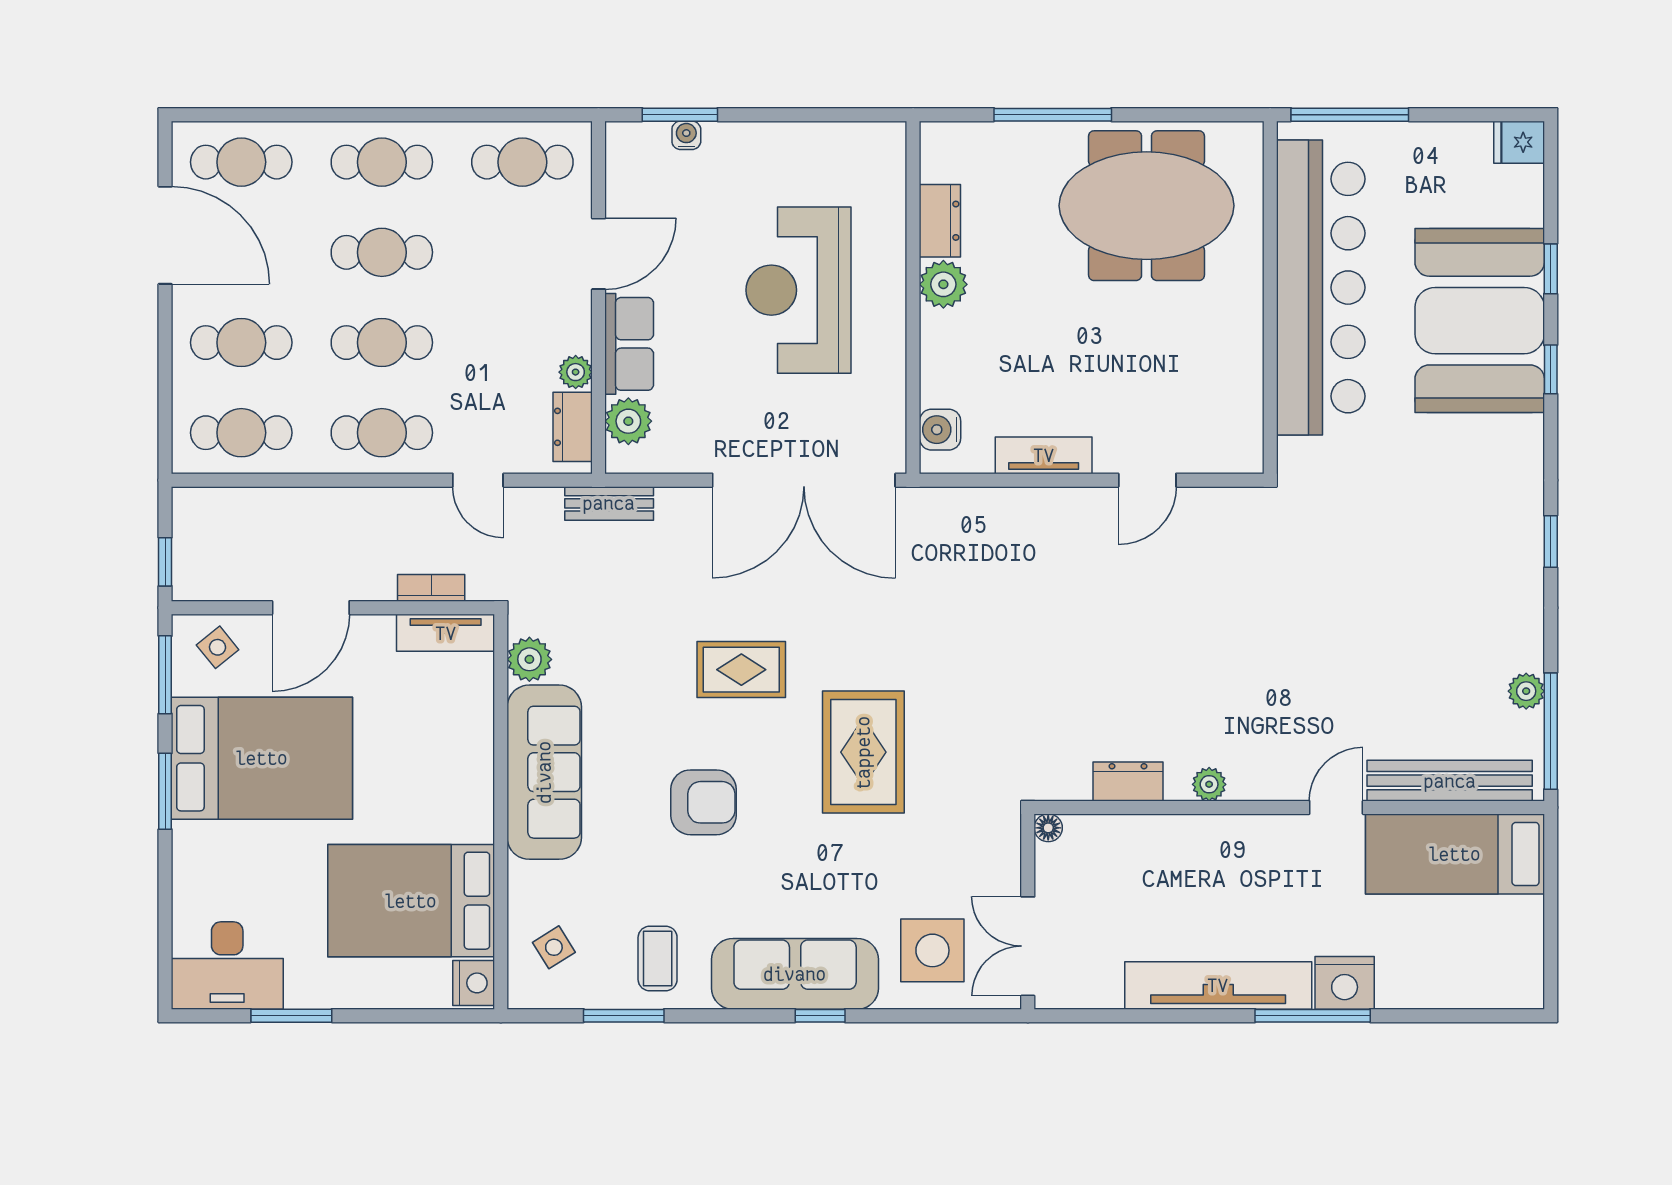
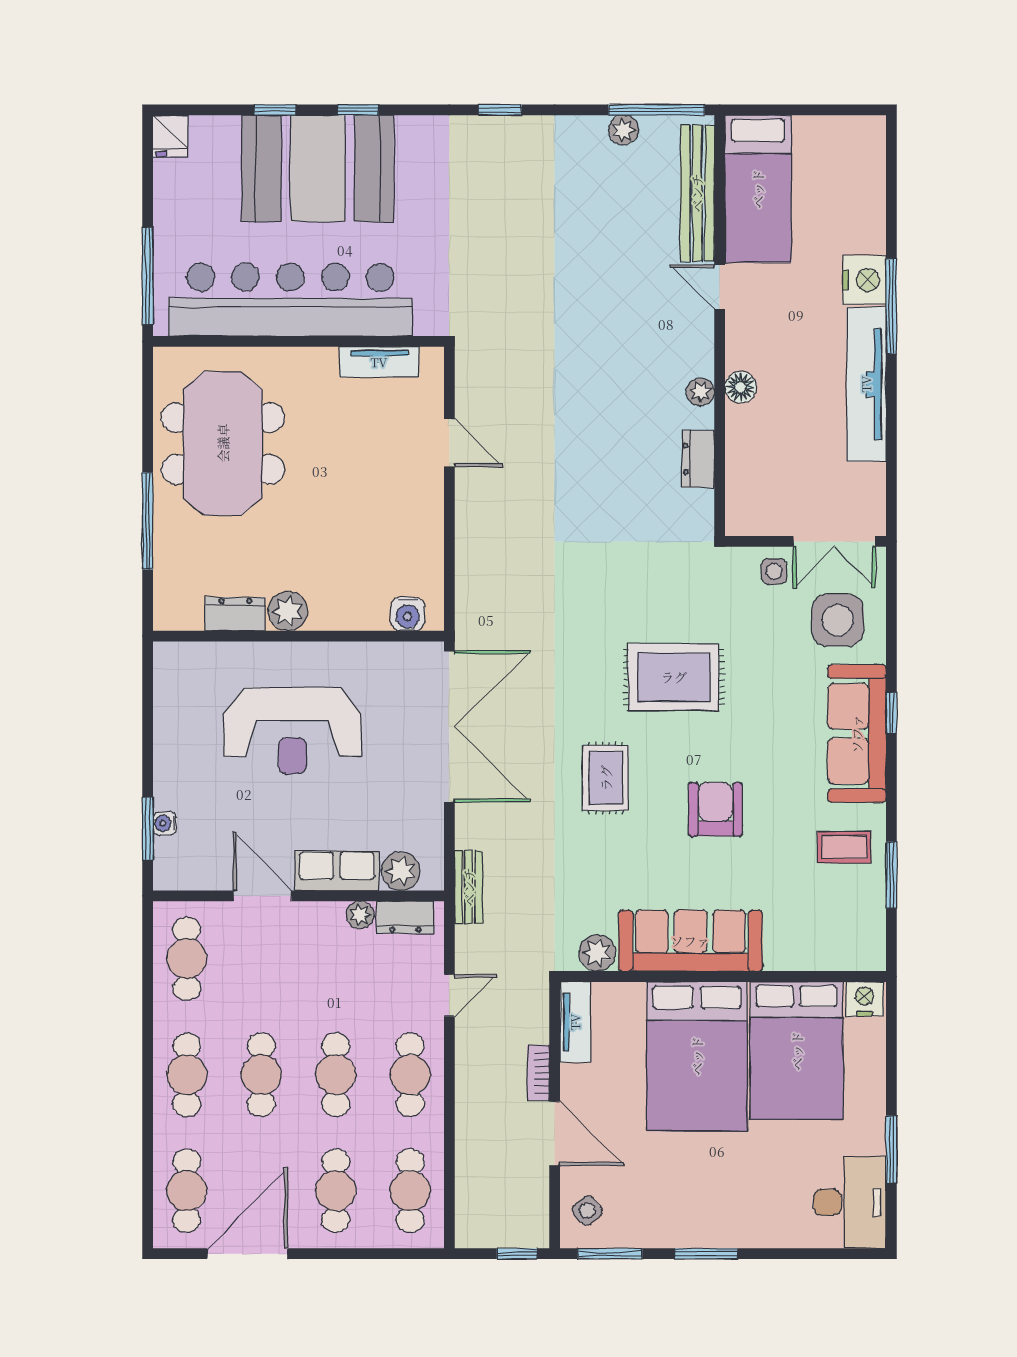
tv unit: (1044, 455) -> (379, 362), moved, turned -90
bookcase: (431, 588) -> (538, 1073), moved
bed: (262, 758) -> (697, 1056), moved, turned 180
floor lamp: (1048, 828) -> (741, 387), moved, width x1.37, depth x1.37
side table: (554, 947) -> (774, 571), moved, turned 32

